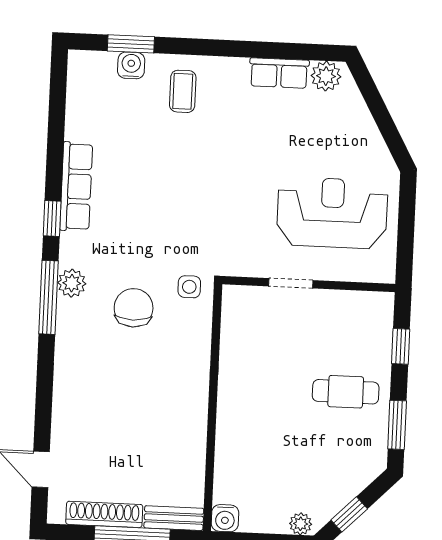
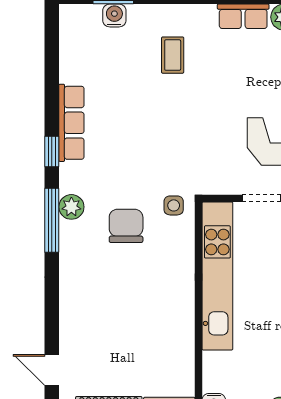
coffee table: (183, 91) -> (173, 55), moved
kitchen unit: (236, 370) -> (217, 276), added

